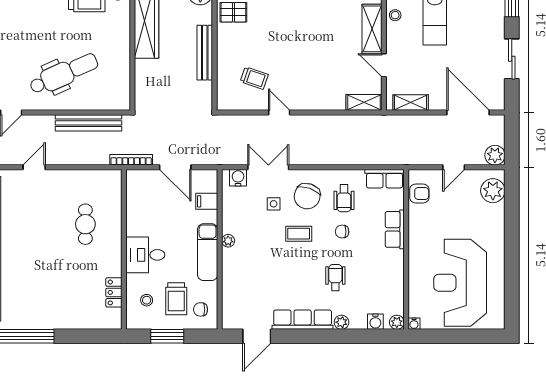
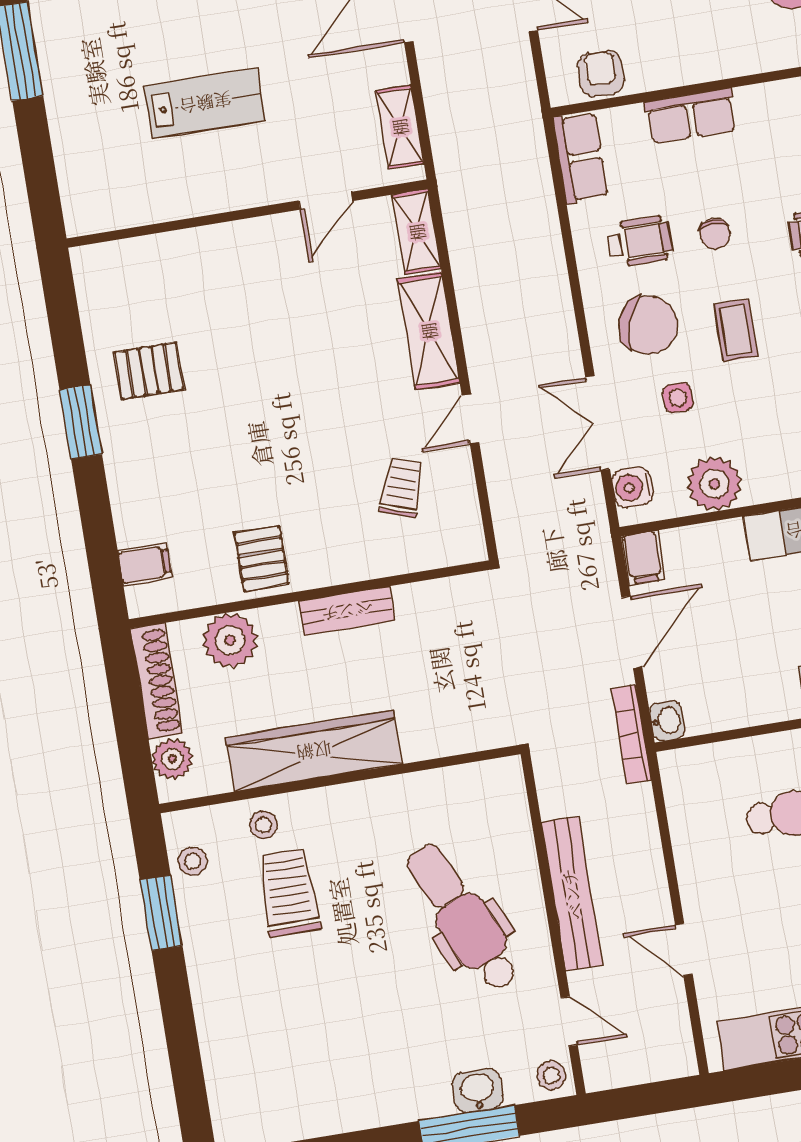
stool: (395, 15) -> (209, 194), removed
shelving: (372, 29) -> (429, 331), moved, turned 90
bench: (205, 53) -> (347, 611), width x0.73
bench: (89, 123) -> (572, 894), moved
washbasin: (134, 176) -> (667, 721), added
filing cabinet: (207, 201) -> (643, 558), moved
plant: (228, 241) -> (714, 484), moved, width x1.88, depth x1.88

